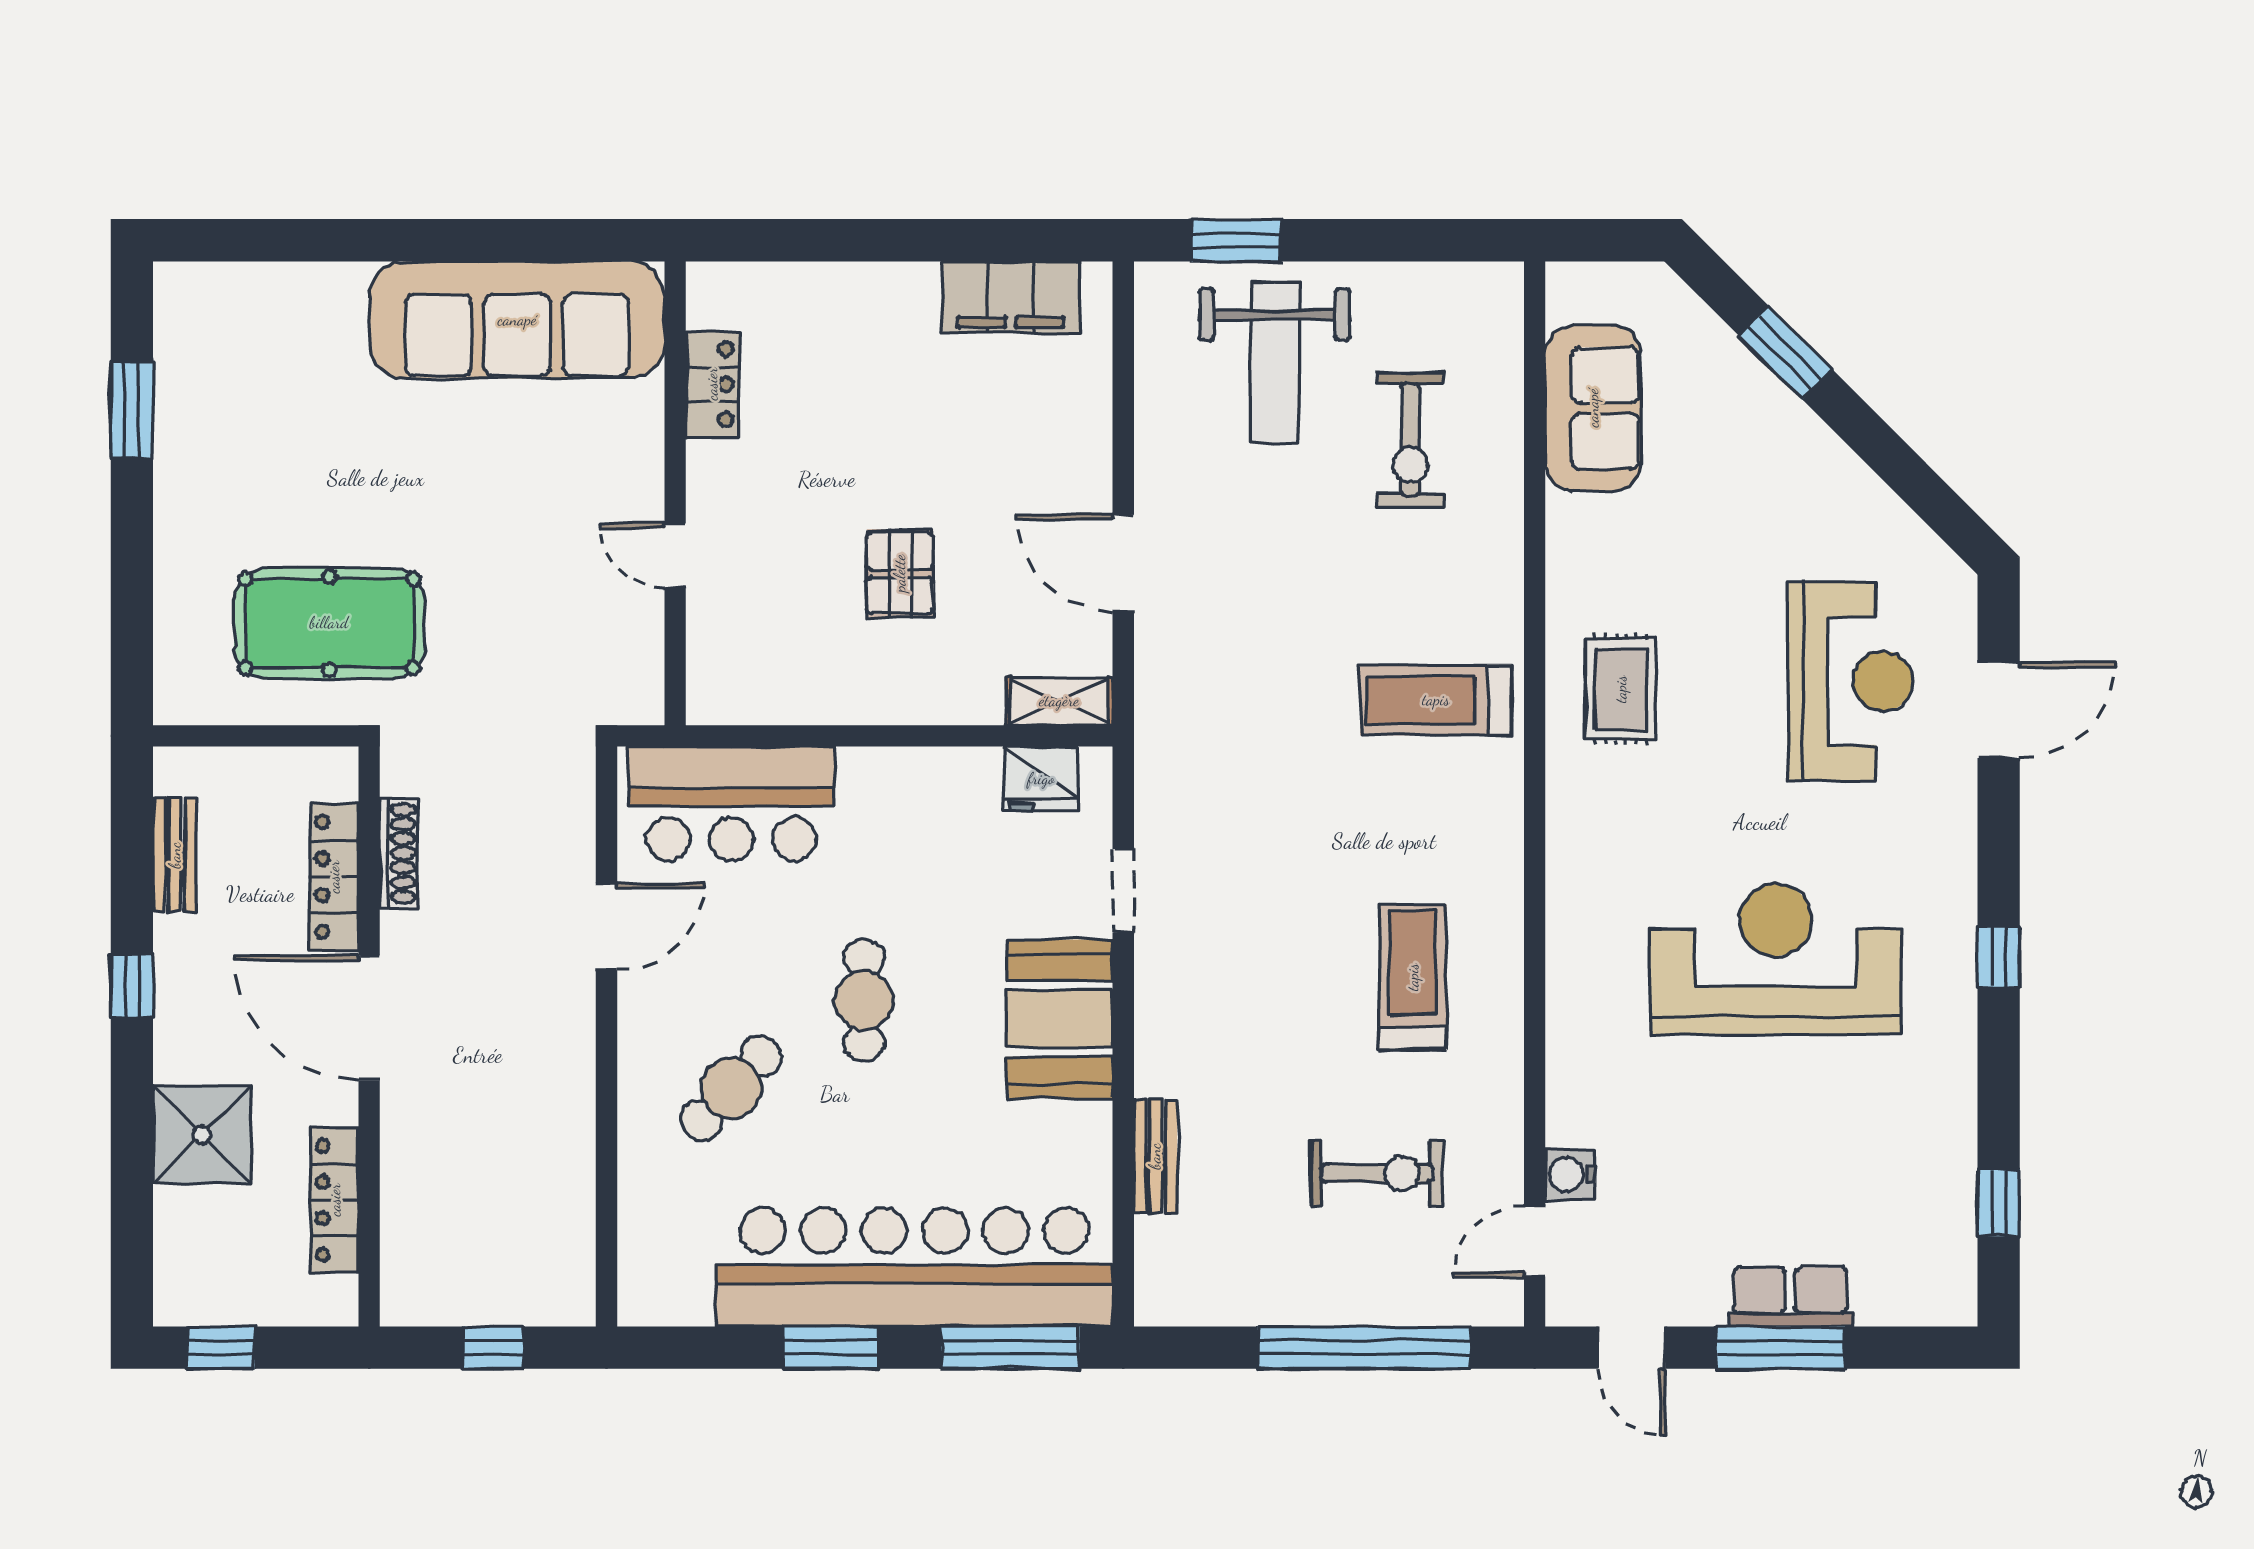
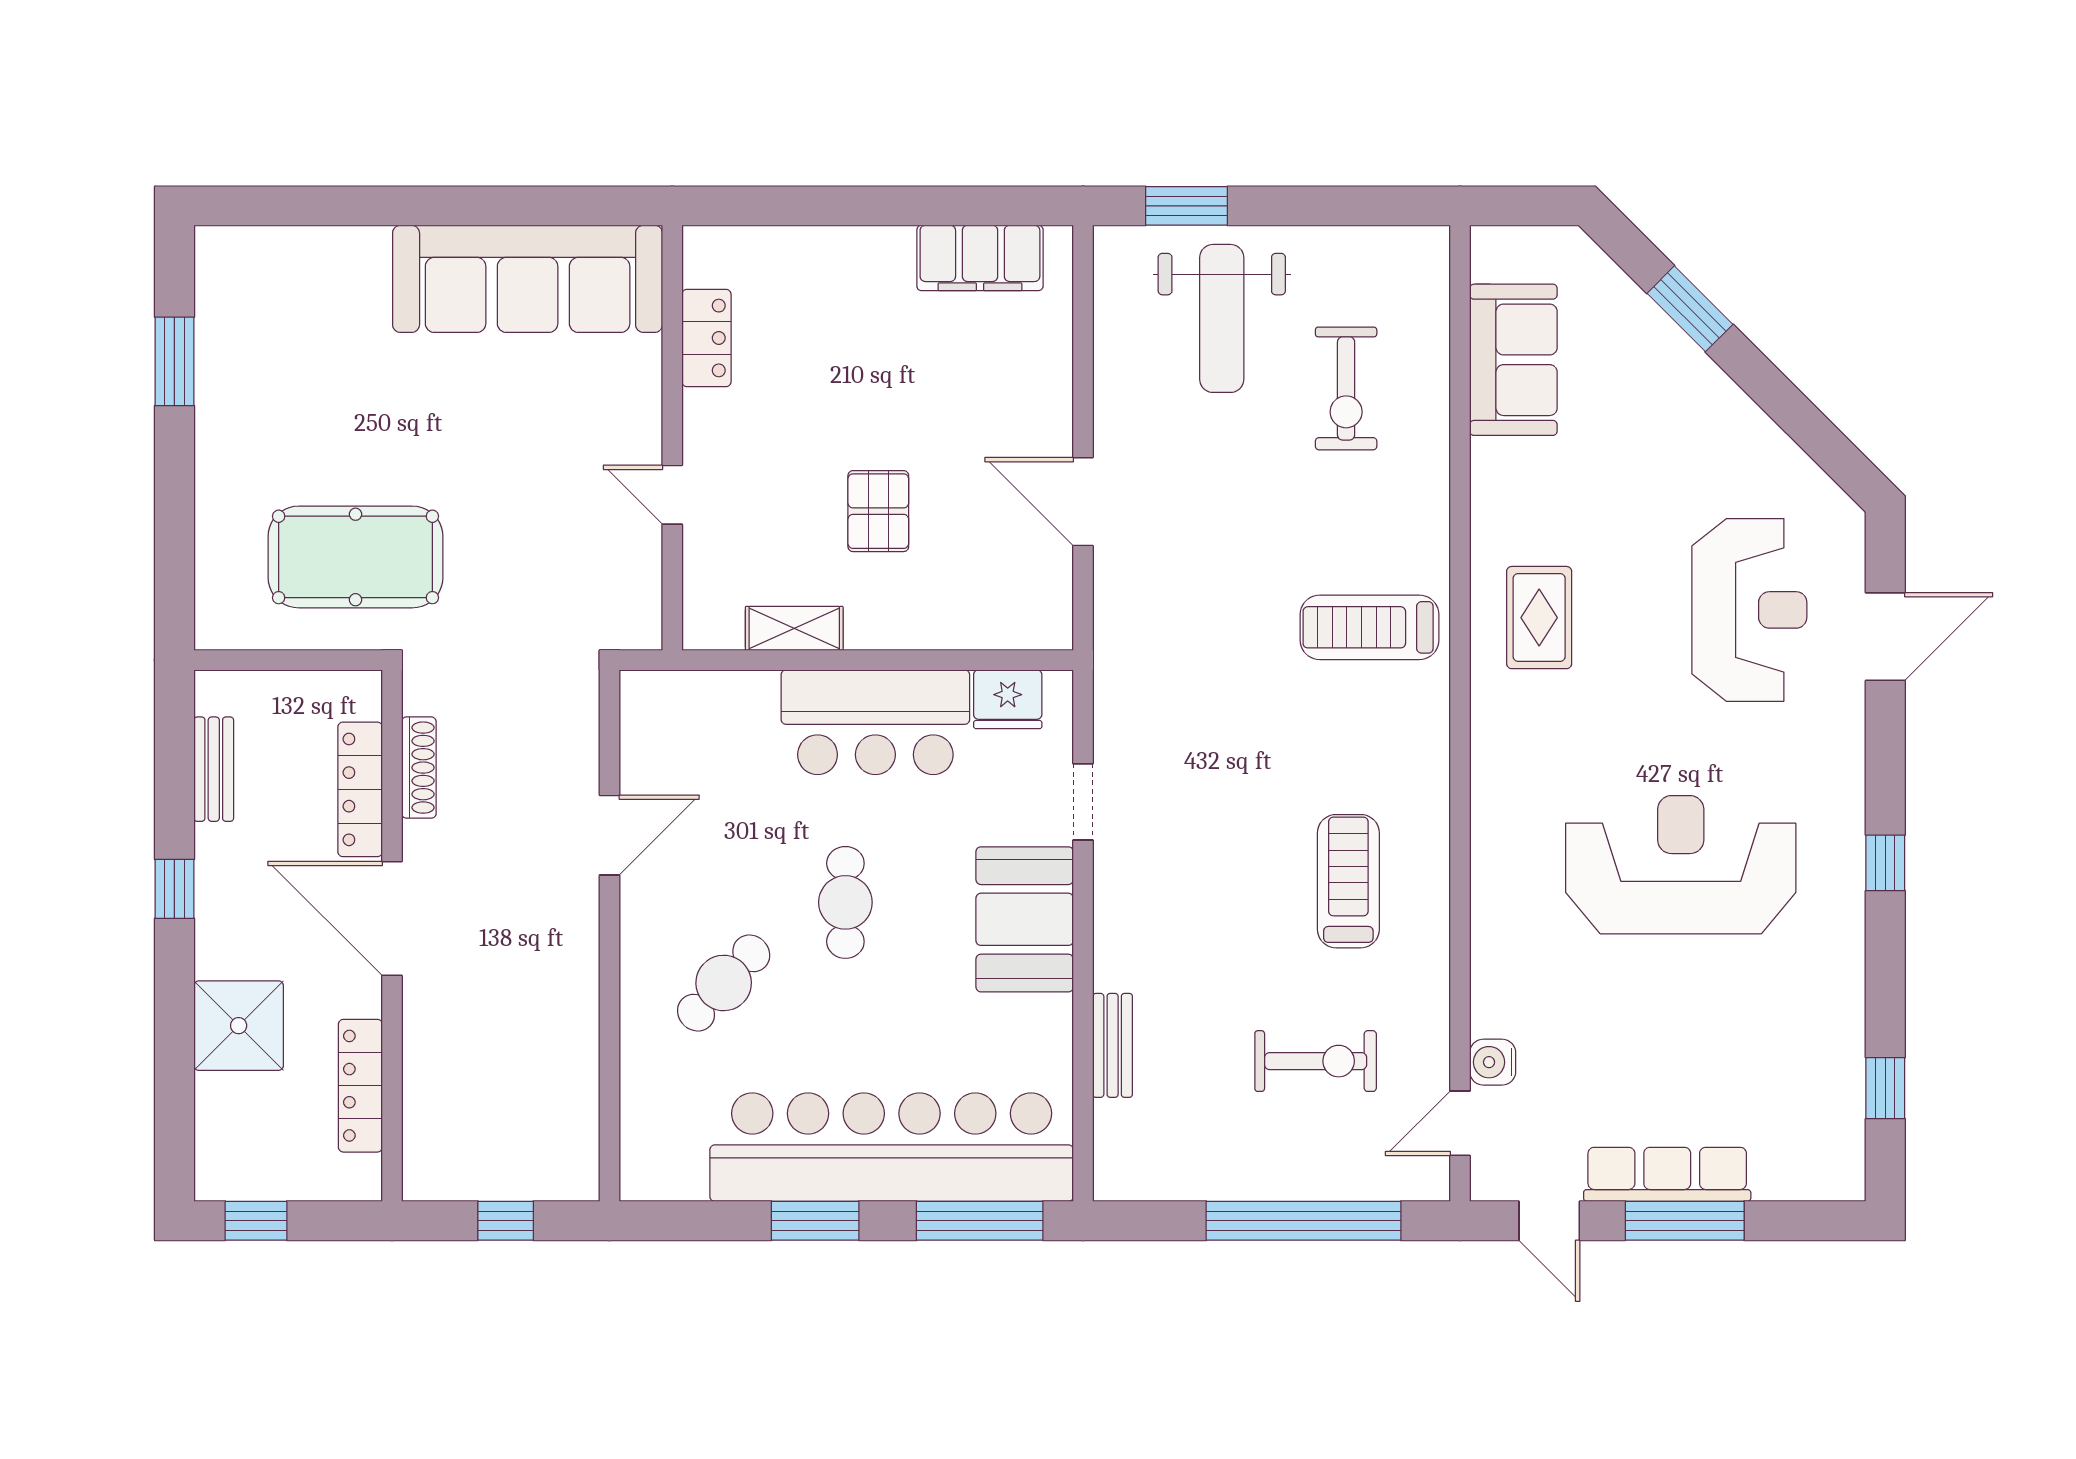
shelving: (1059, 701) -> (794, 628), moved
bar counter: (731, 804) -> (875, 722), moved
row of seats: (1790, 1297) -> (1667, 1174), width x1.48

